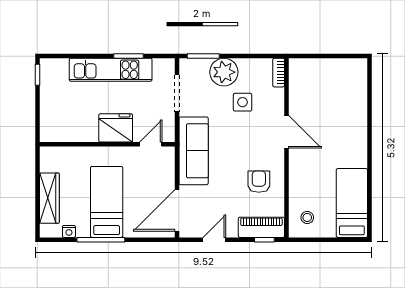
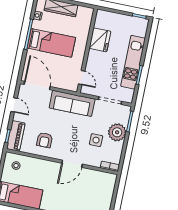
fridge: (116, 128) -> (100, 40), moved
armchair: (259, 182) -> (45, 140), turned 90

